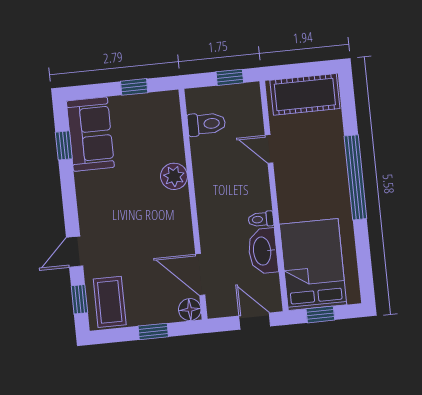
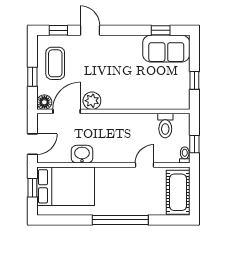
plant: (174, 176) -> (92, 101), moved
toilet: (261, 219) -> (185, 155), moved
washbasin: (263, 251) -> (82, 154), width x0.72
coffee table: (110, 302) -> (55, 63), moved, turned 90

